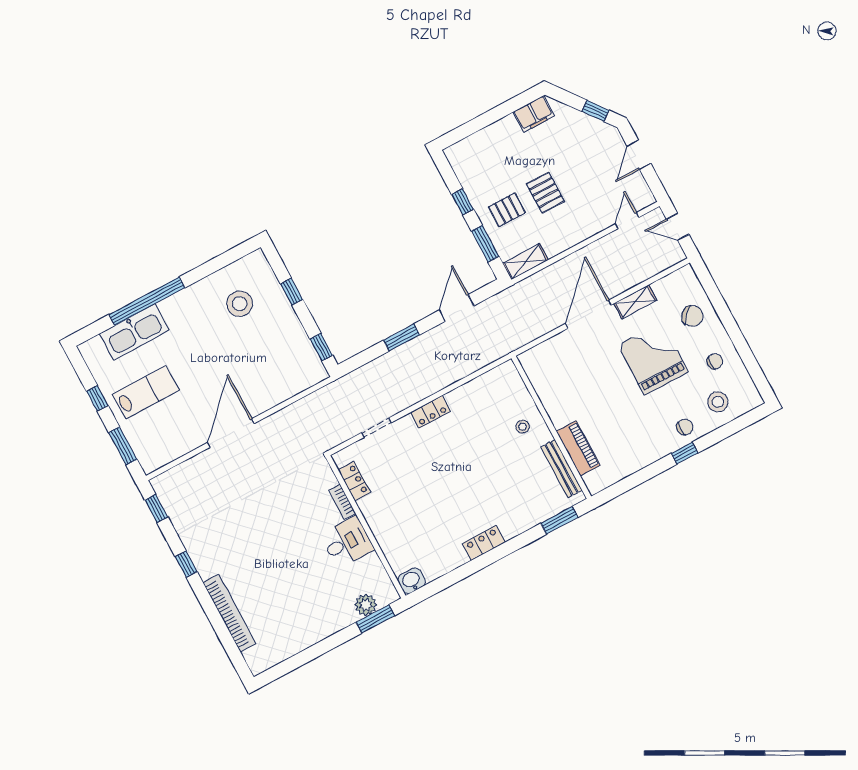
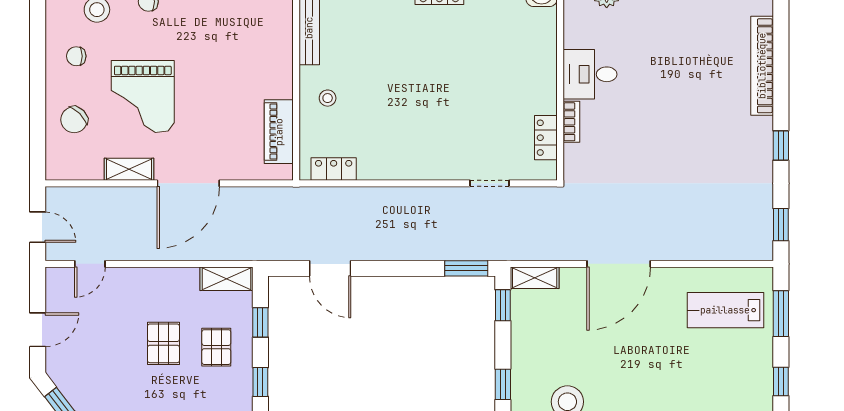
pallet: (507, 210) -> (216, 347), turned 90
window: (485, 244) -> (260, 322), width x0.67
door: (457, 308) -> (330, 268), hinge flipped
chair: (692, 316) -> (74, 120), turned -89
window: (402, 337) -> (466, 268), moved
shelving: (309, 378) -> (535, 278), added
lab bench: (146, 392) -> (725, 310), moved
locker: (430, 412) -> (334, 169), moved
door: (231, 433) -> (619, 264), moved
piano: (578, 448) -> (279, 132), moved

